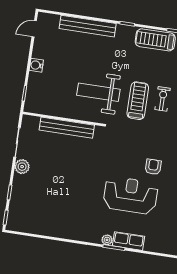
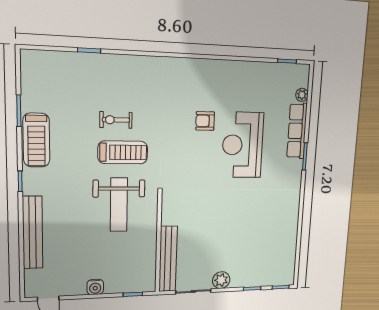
treadmill: (138, 101) -> (123, 152), turned 180
bench: (67, 128) -> (168, 259), moved
plant: (107, 240) -> (302, 95), moved
row of seats: (128, 241) -> (297, 131), width x1.48

